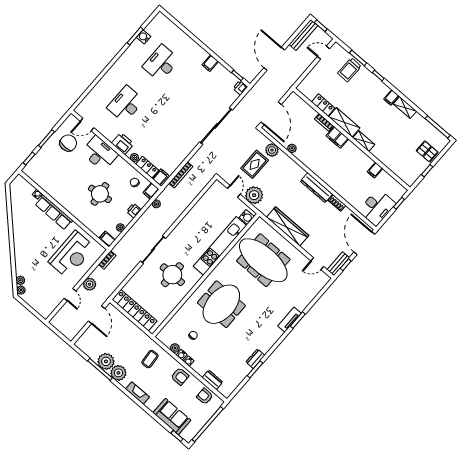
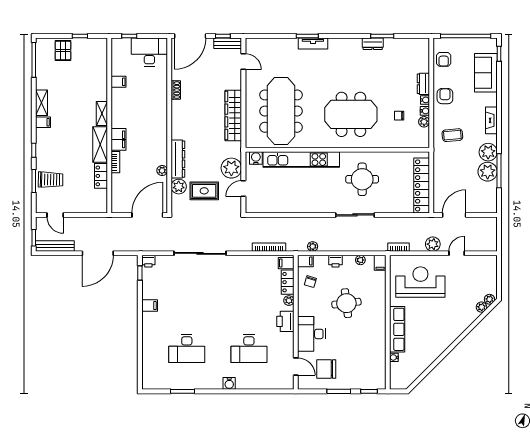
water cooler: (144, 37) -> (229, 383), moved
dresser: (316, 188) -> (178, 159), moved
dresser: (212, 380) -> (423, 84), moved

